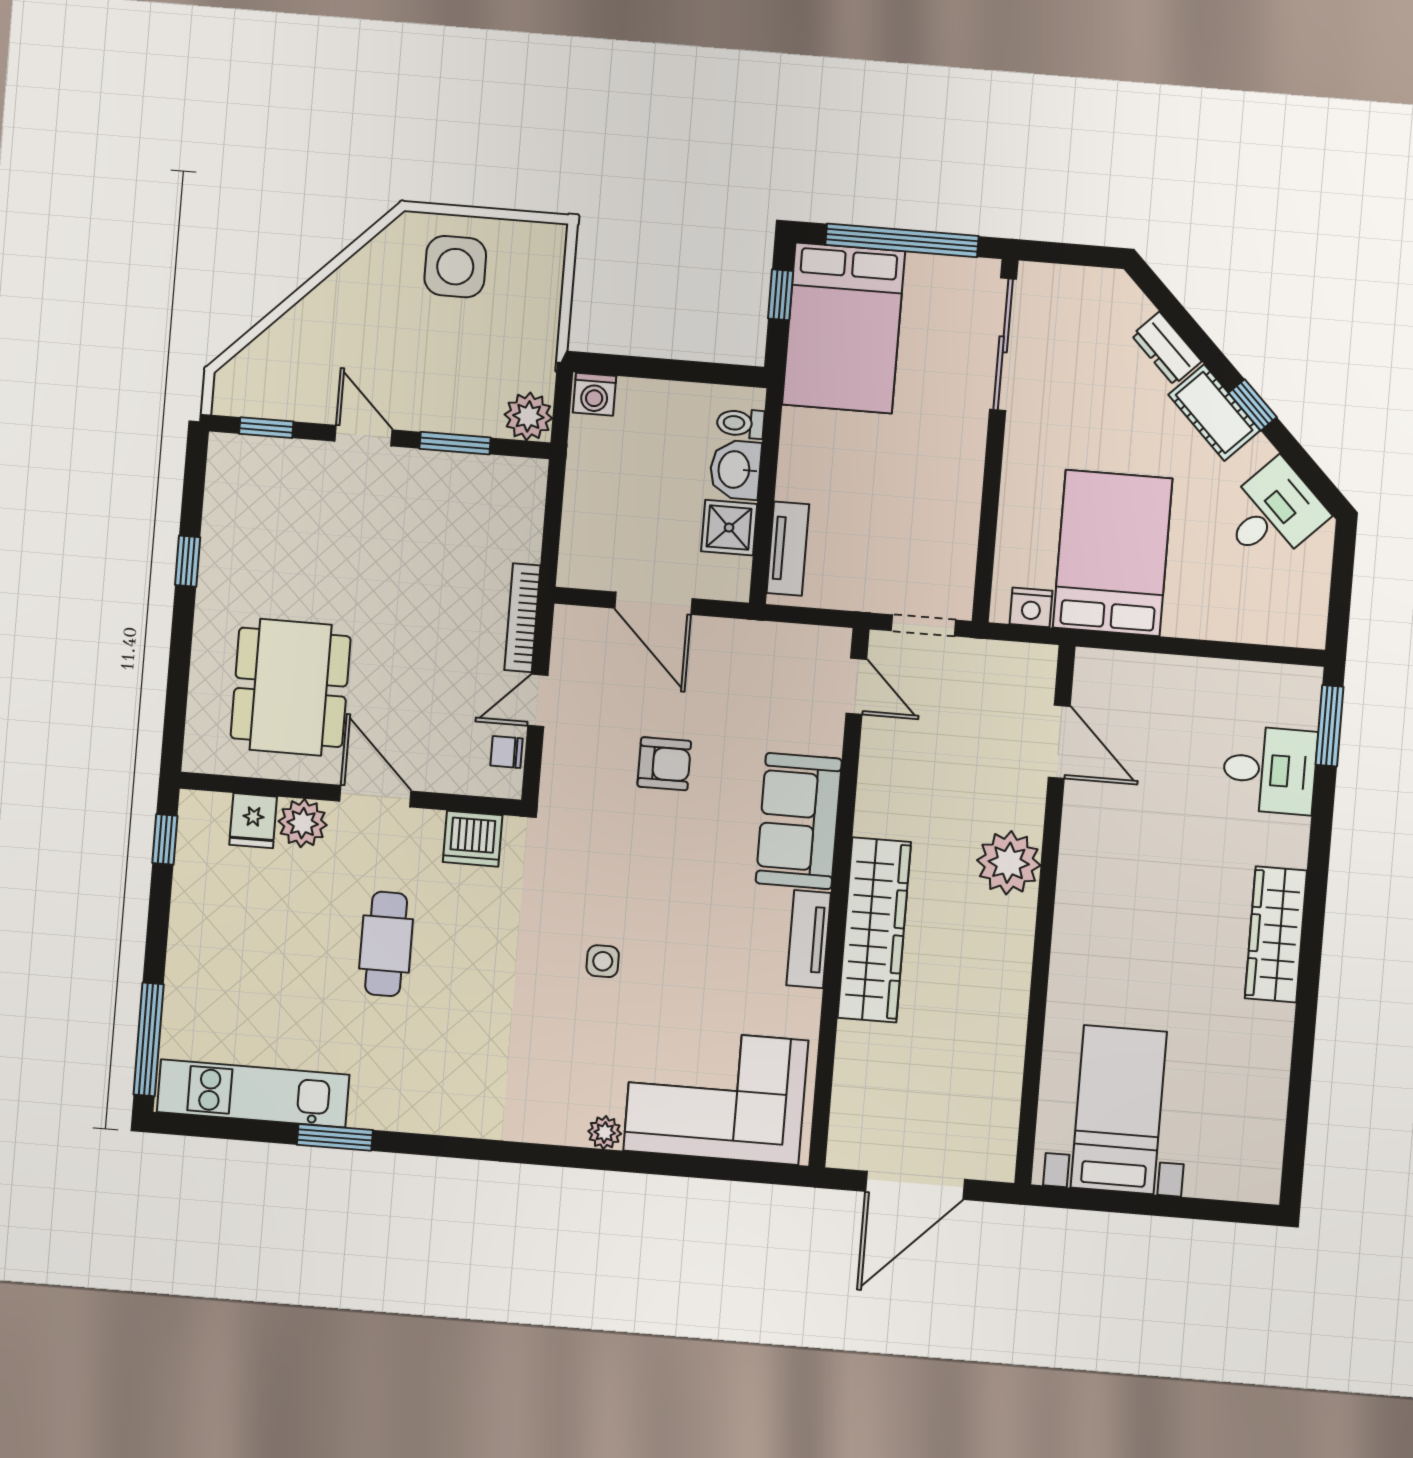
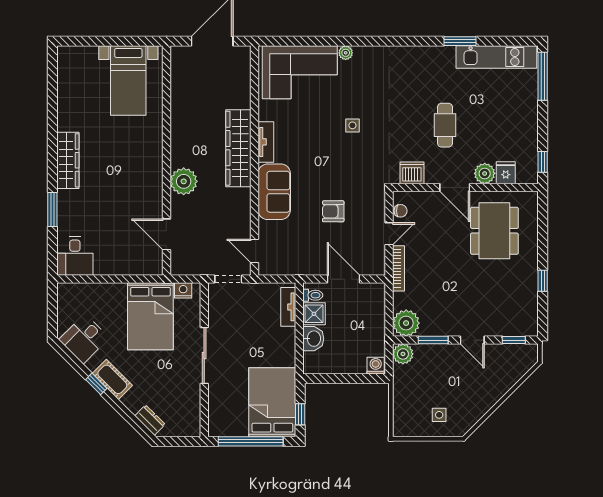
side table: (455, 267) -> (439, 415), width x0.54, depth x0.54
sliding door: (1003, 344) -> (204, 356), moved
dresser: (1167, 348) -> (150, 420), moved
toilet: (740, 423) -> (313, 295), moved
plant: (515, 488) -> (406, 323), added
window: (1330, 726) -> (52, 209), moved
desk: (1270, 770) -> (75, 256), moved, turned -90

